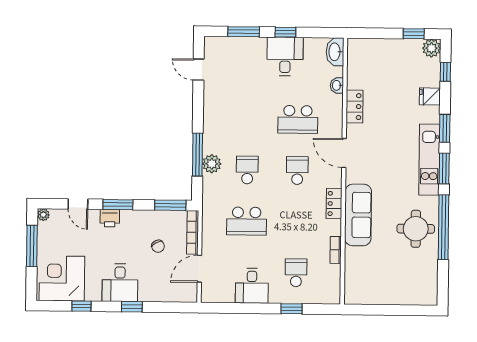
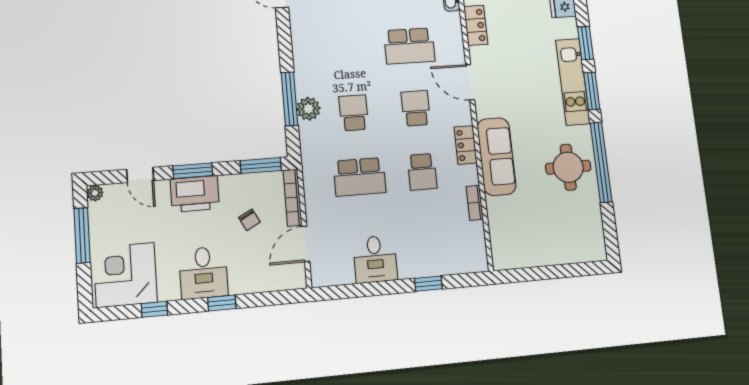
printer: (110, 218) -> (195, 194), width x1.87, depth x1.48
school desk: (296, 273) -> (422, 172), moved, turned 180

